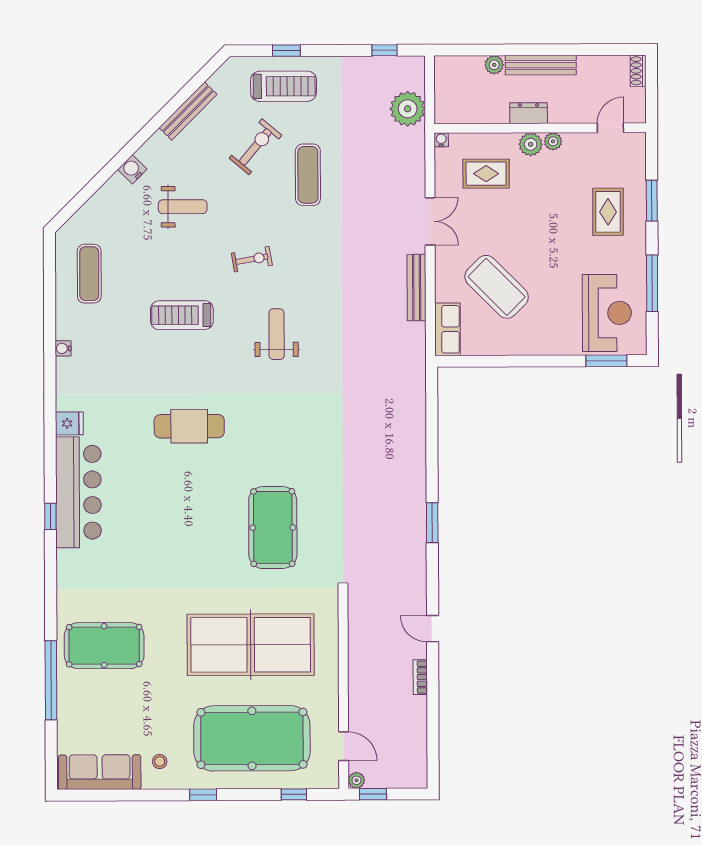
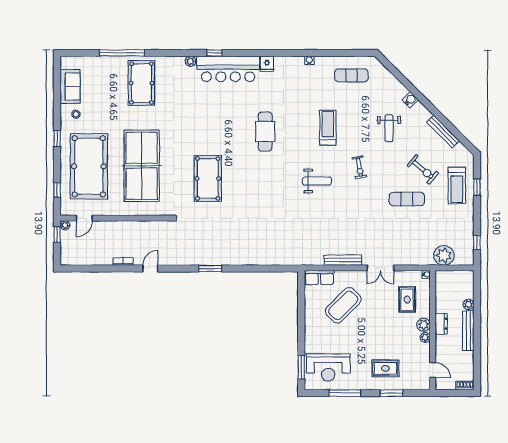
pool table: (273, 528) -> (208, 179), turned 90
plant: (65, 559) -> (190, 61), added
sofa: (100, 772) -> (70, 86), width x0.73

